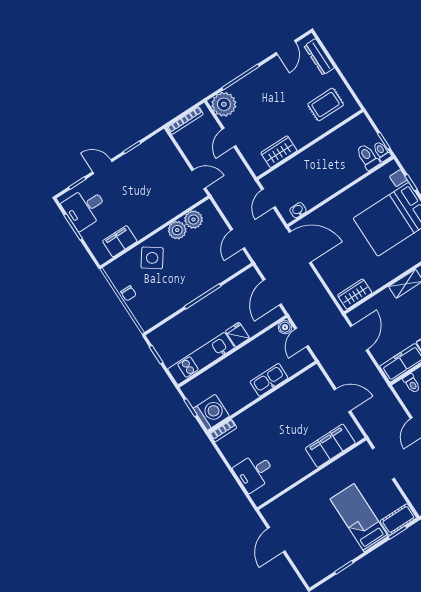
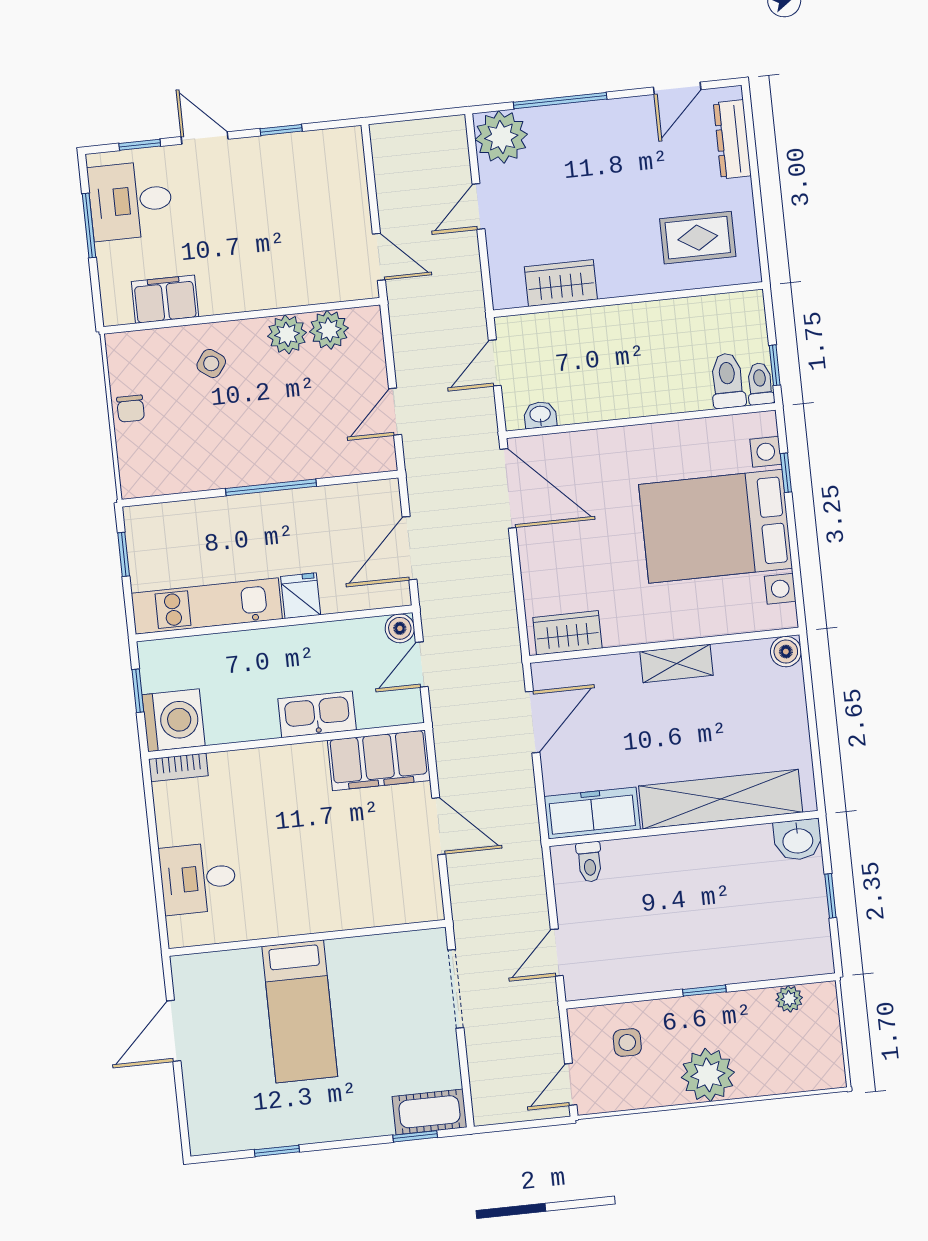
bookcase: (185, 121) -> (410, 130), removed
side table: (152, 258) -> (211, 363), width x0.54, depth x0.54
filing cabinet: (330, 446) -> (379, 760), moved, turned 180
bed: (359, 518) -> (300, 1011), moved, turned 180

